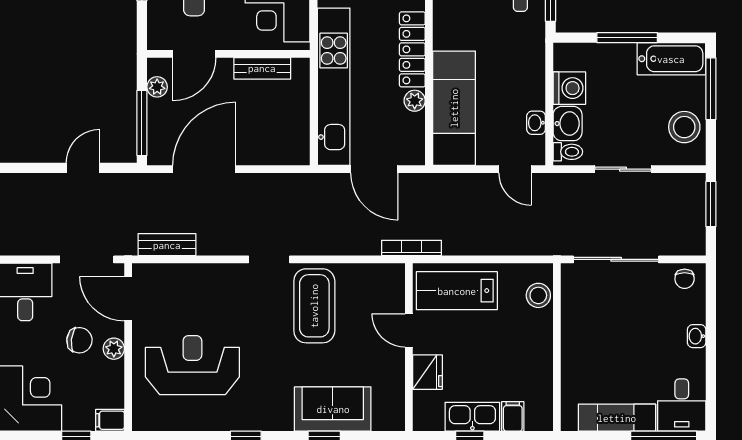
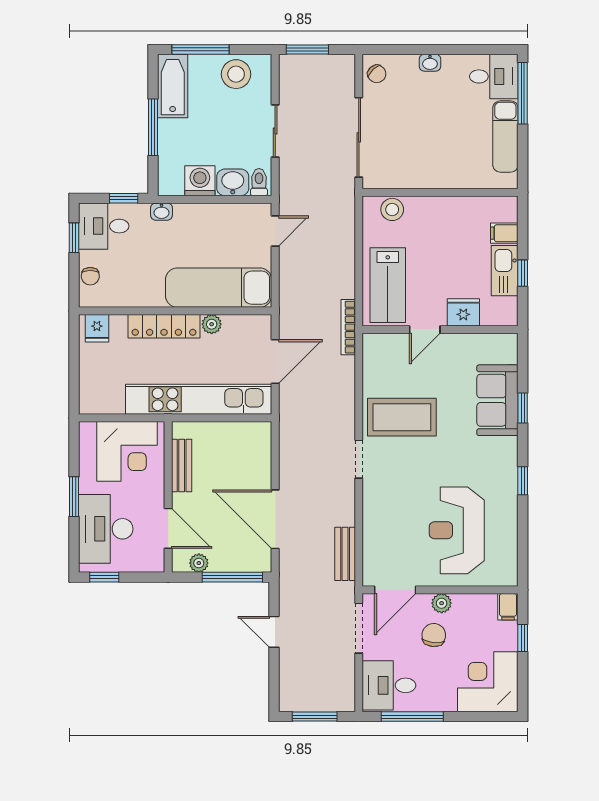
washbasin: (536, 123) -> (161, 212), moved
chair: (685, 279) -> (377, 74), turned 47

